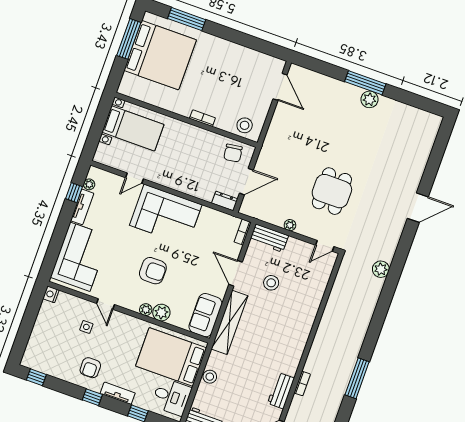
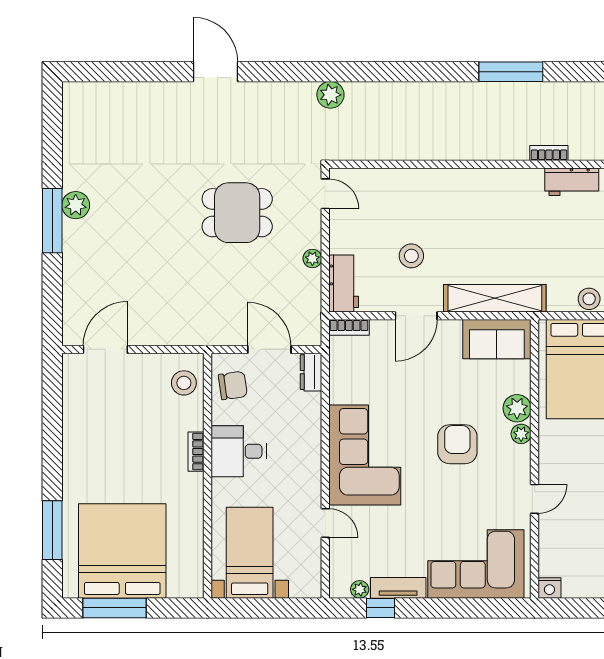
desk: (194, 143) -> (239, 451), added
side table: (86, 327) -> (580, 516), removed

